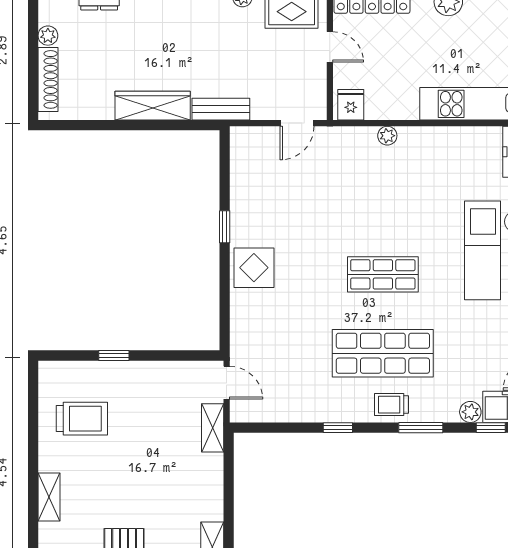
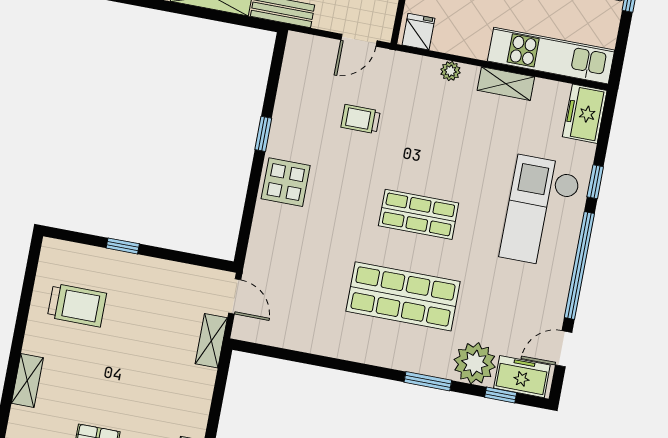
shelving: (441, 138) -> (506, 84), added
trolley: (391, 405) -> (361, 119), moved
plant: (470, 412) -> (475, 363), width x1.88, depth x1.88
window: (338, 428) -> (342, 365), removed

